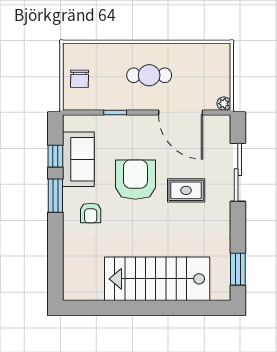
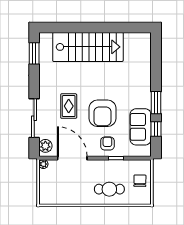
cafe table: (149, 75) -> (109, 189), moved
plant: (221, 131) -> (45, 146), added
rug: (186, 190) -> (69, 106), turned 90
armchair: (91, 213) -> (107, 143), moved

